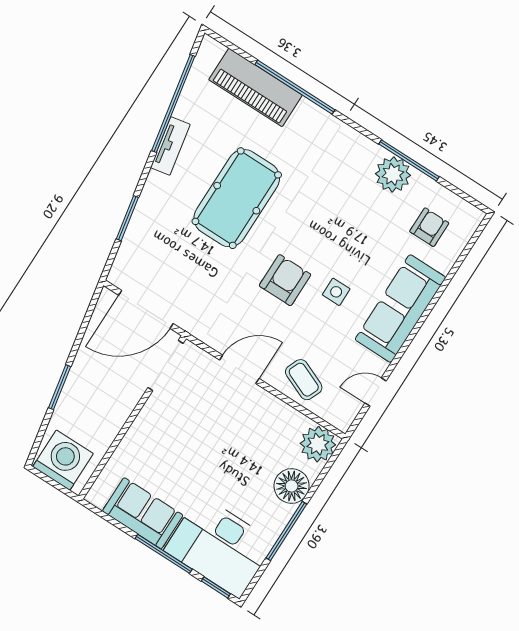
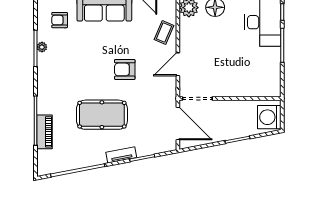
piano: (255, 87) -> (44, 132), width x0.73, depth x0.75
tv unit: (170, 146) -> (121, 155), moved
plant: (393, 174) -> (42, 47), width x0.53, depth x0.53
side table: (336, 292) -> (115, 43), removed
door: (239, 369) -> (178, 64), hinge flipped
sofa: (143, 513) -> (270, 66), removed

